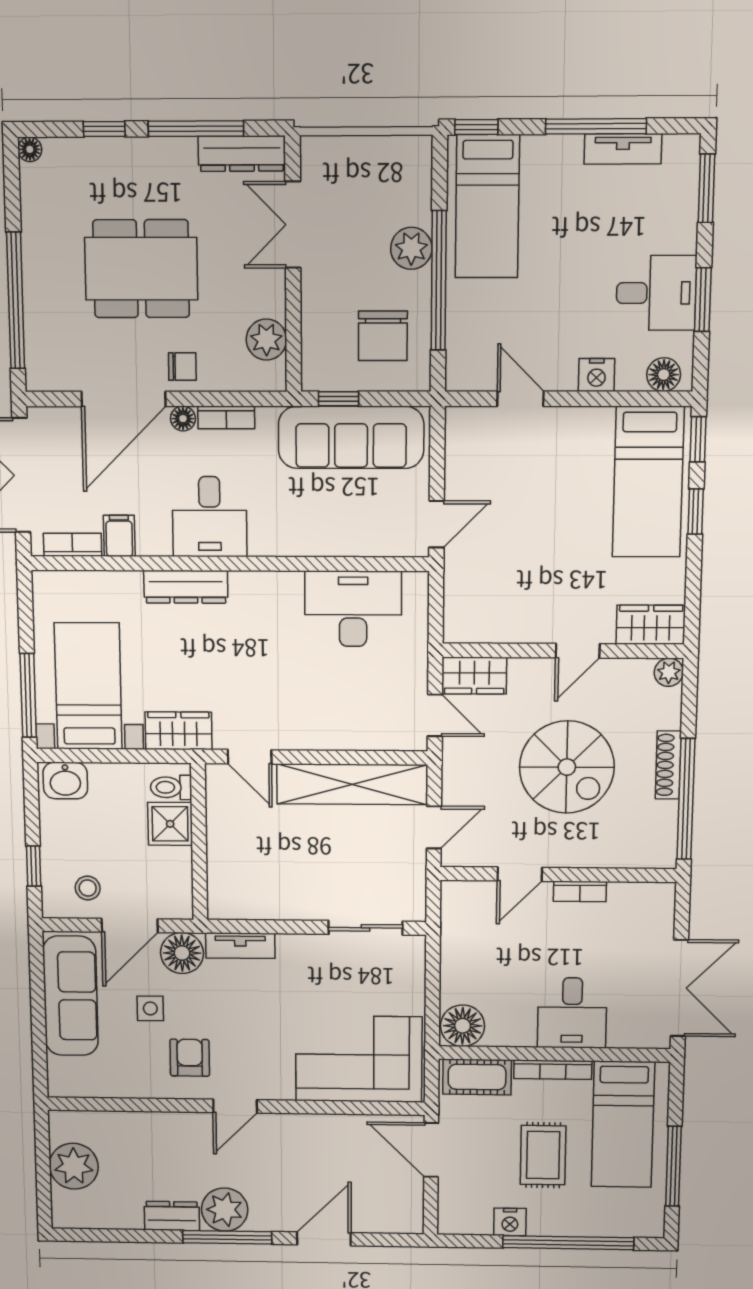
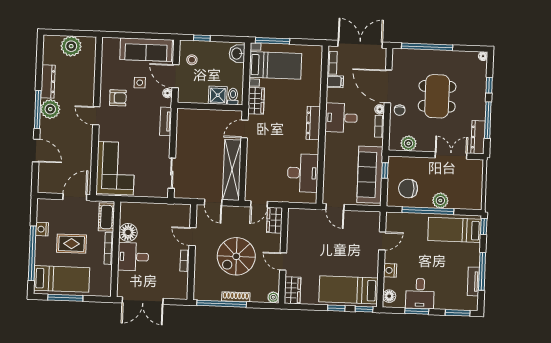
dresser: (186, 587) -> (313, 123), moved
floor lamp: (182, 953) -> (167, 93), width x0.53, depth x0.53
floor lamp: (463, 1026) -> (128, 232), moved
bed: (623, 1124) -> (62, 279), moved, turned 180
dresser: (172, 1216) -> (48, 81), width x1.44

